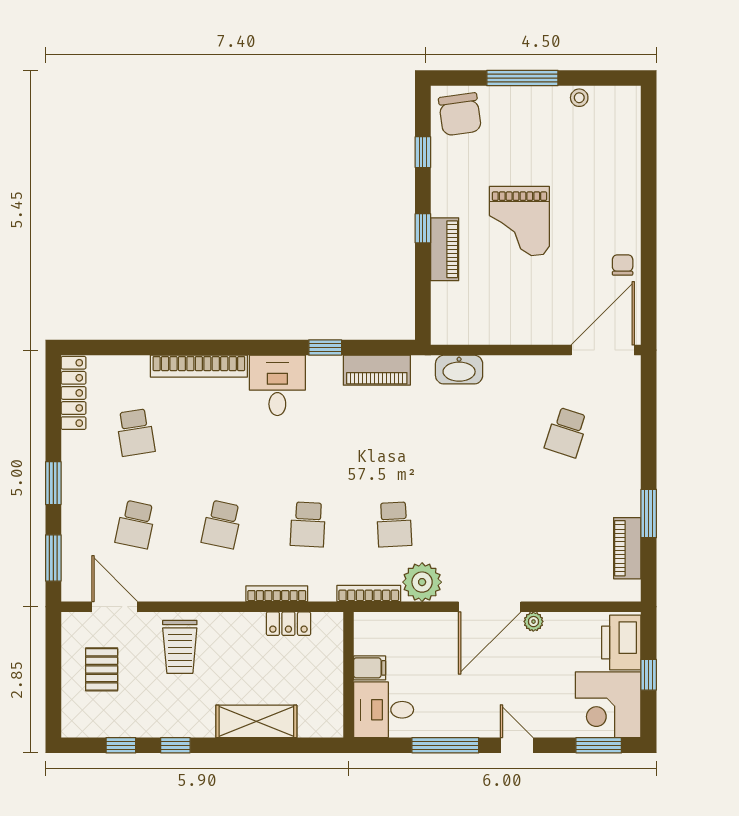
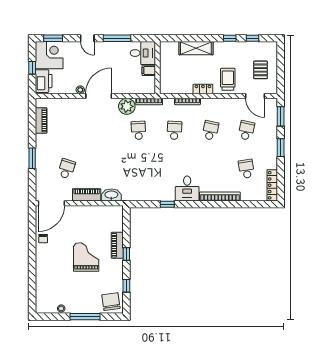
piano: (377, 370) -> (87, 195), moved
window: (649, 514) -> (32, 158), moved
locker: (288, 624) -> (203, 89), moved

